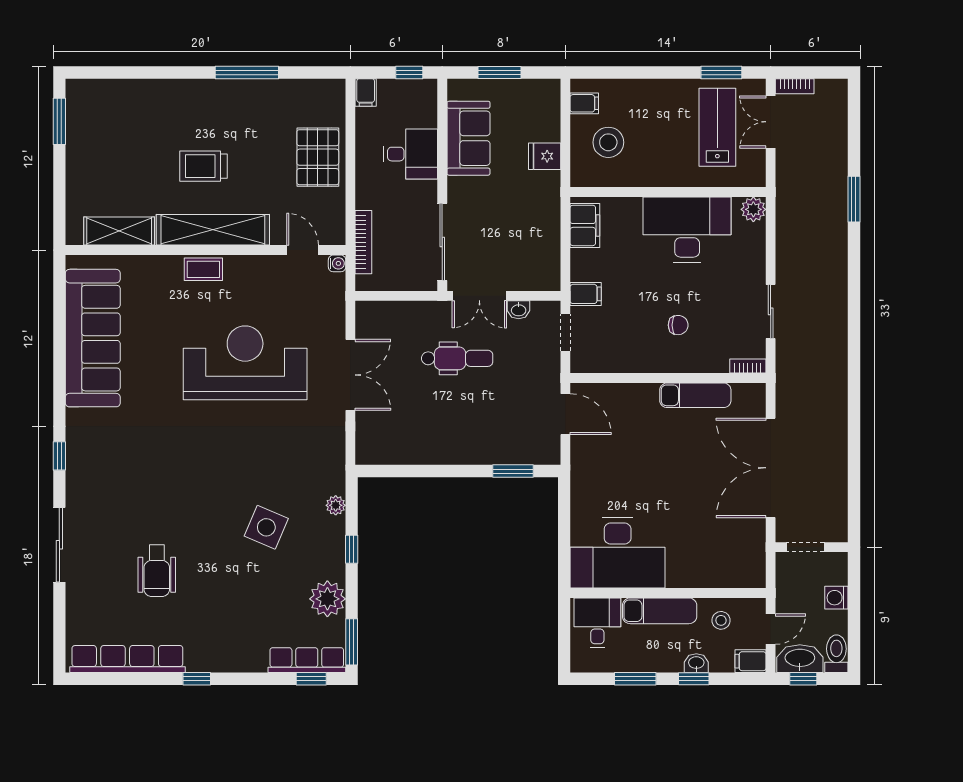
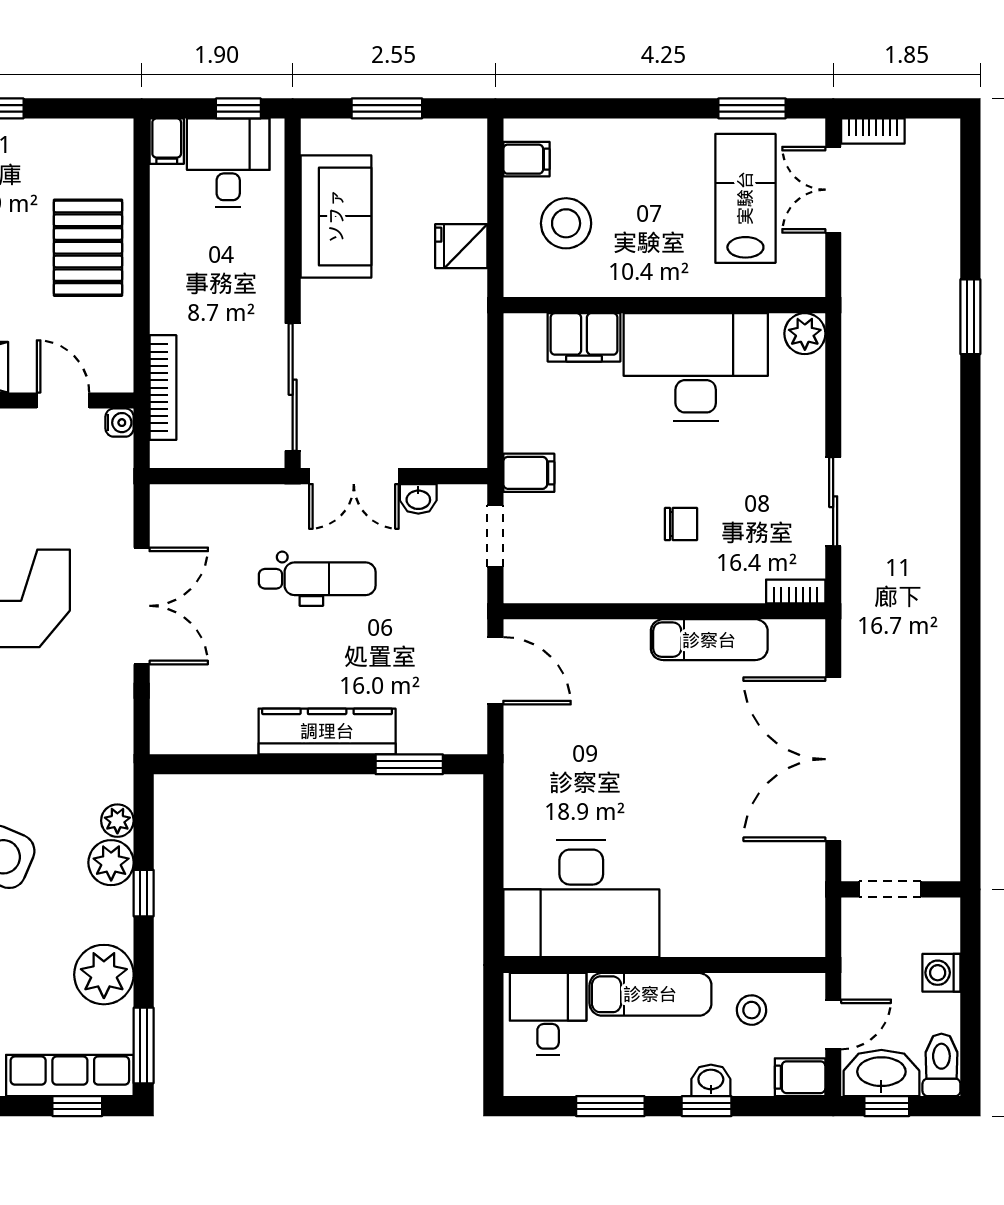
desk: (410, 154) -> (228, 163), moved, turned -90
filing cabinet: (585, 225) -> (584, 337), moved, turned 90
kitchen counter: (463, 451) -> (327, 731), added
plant: (332, 531) -> (111, 863), added

